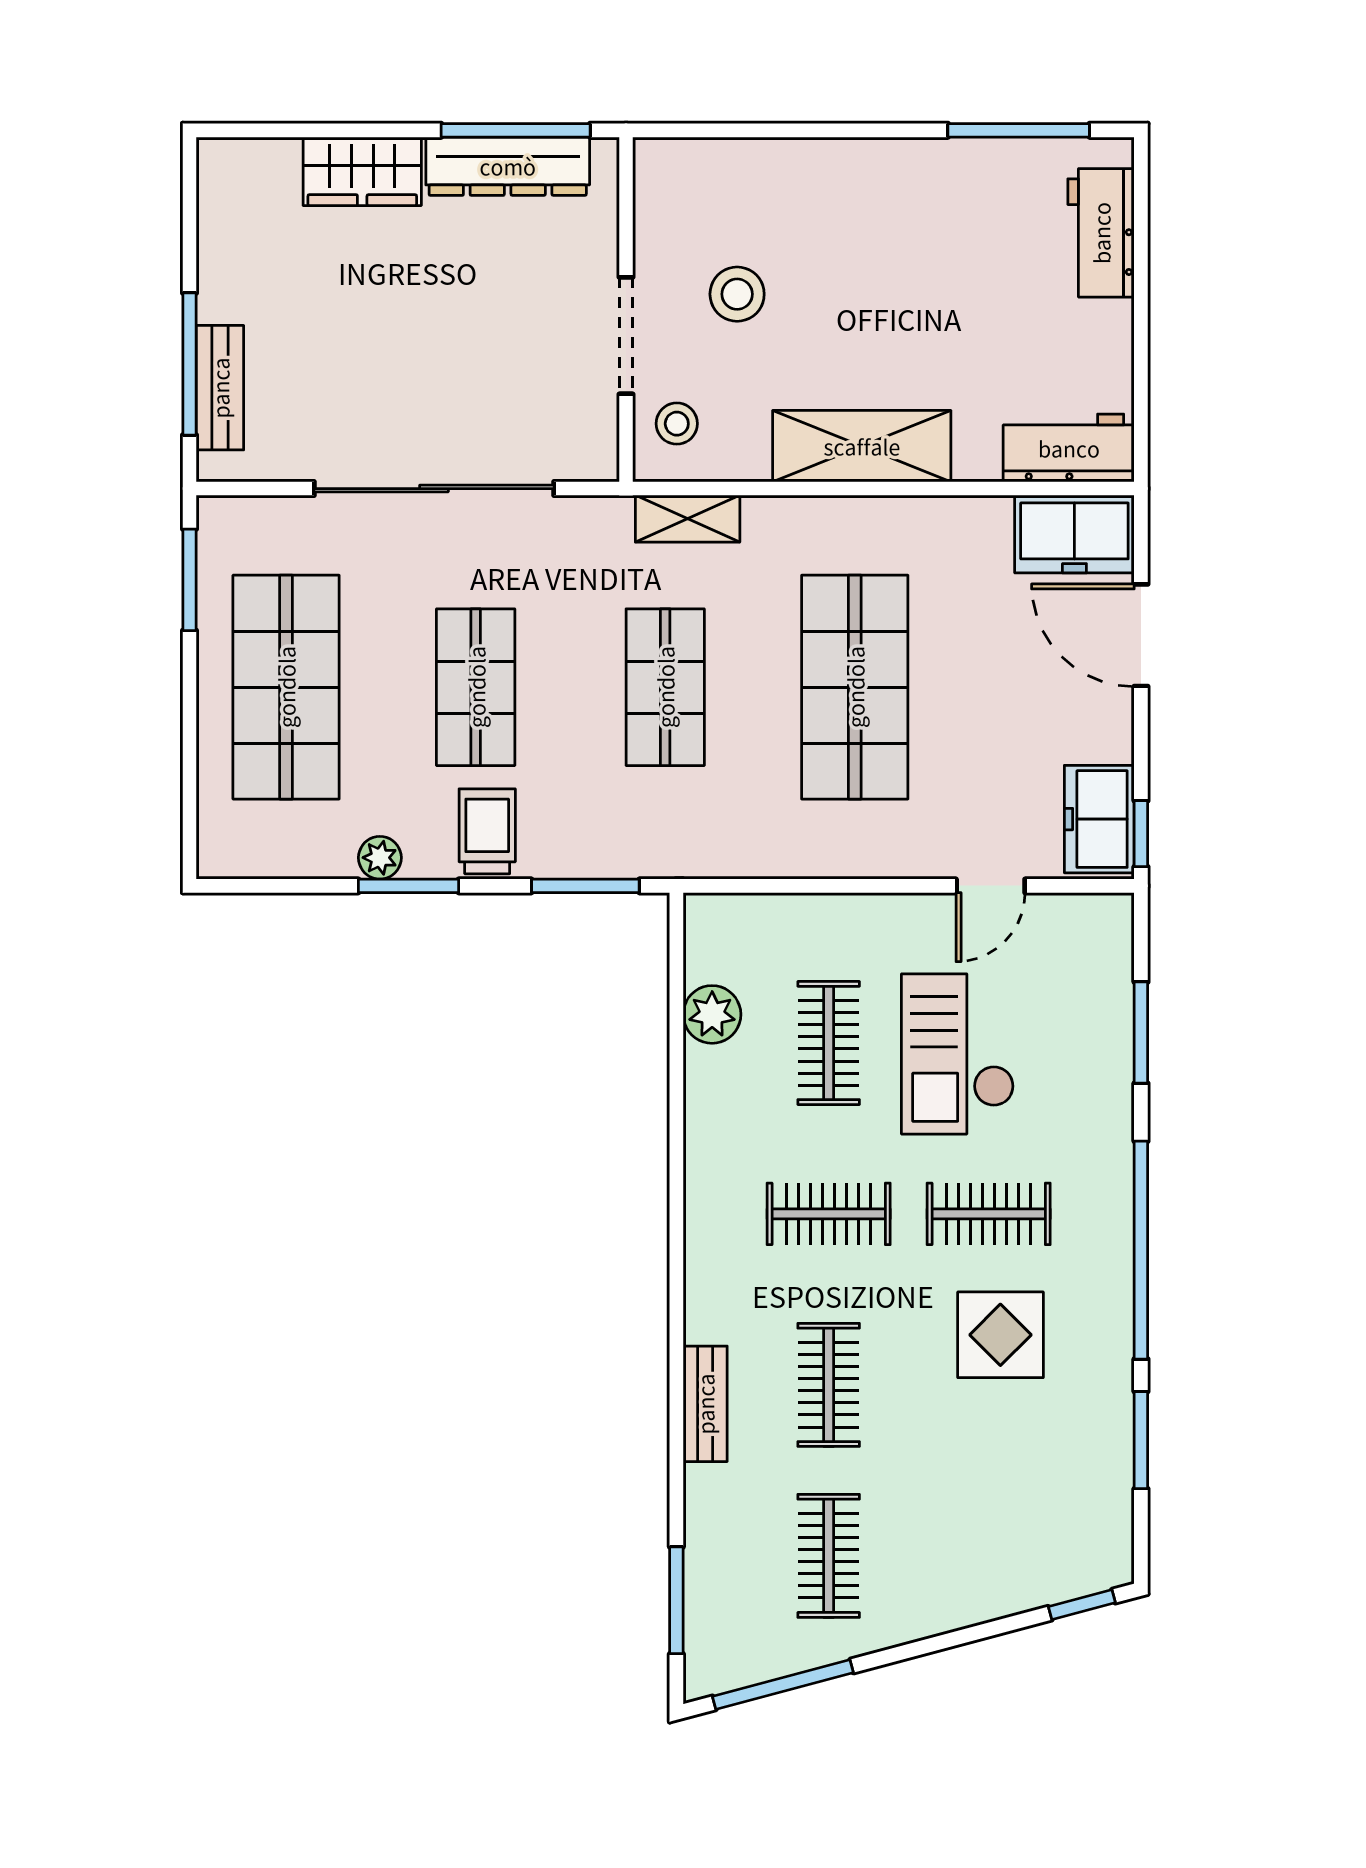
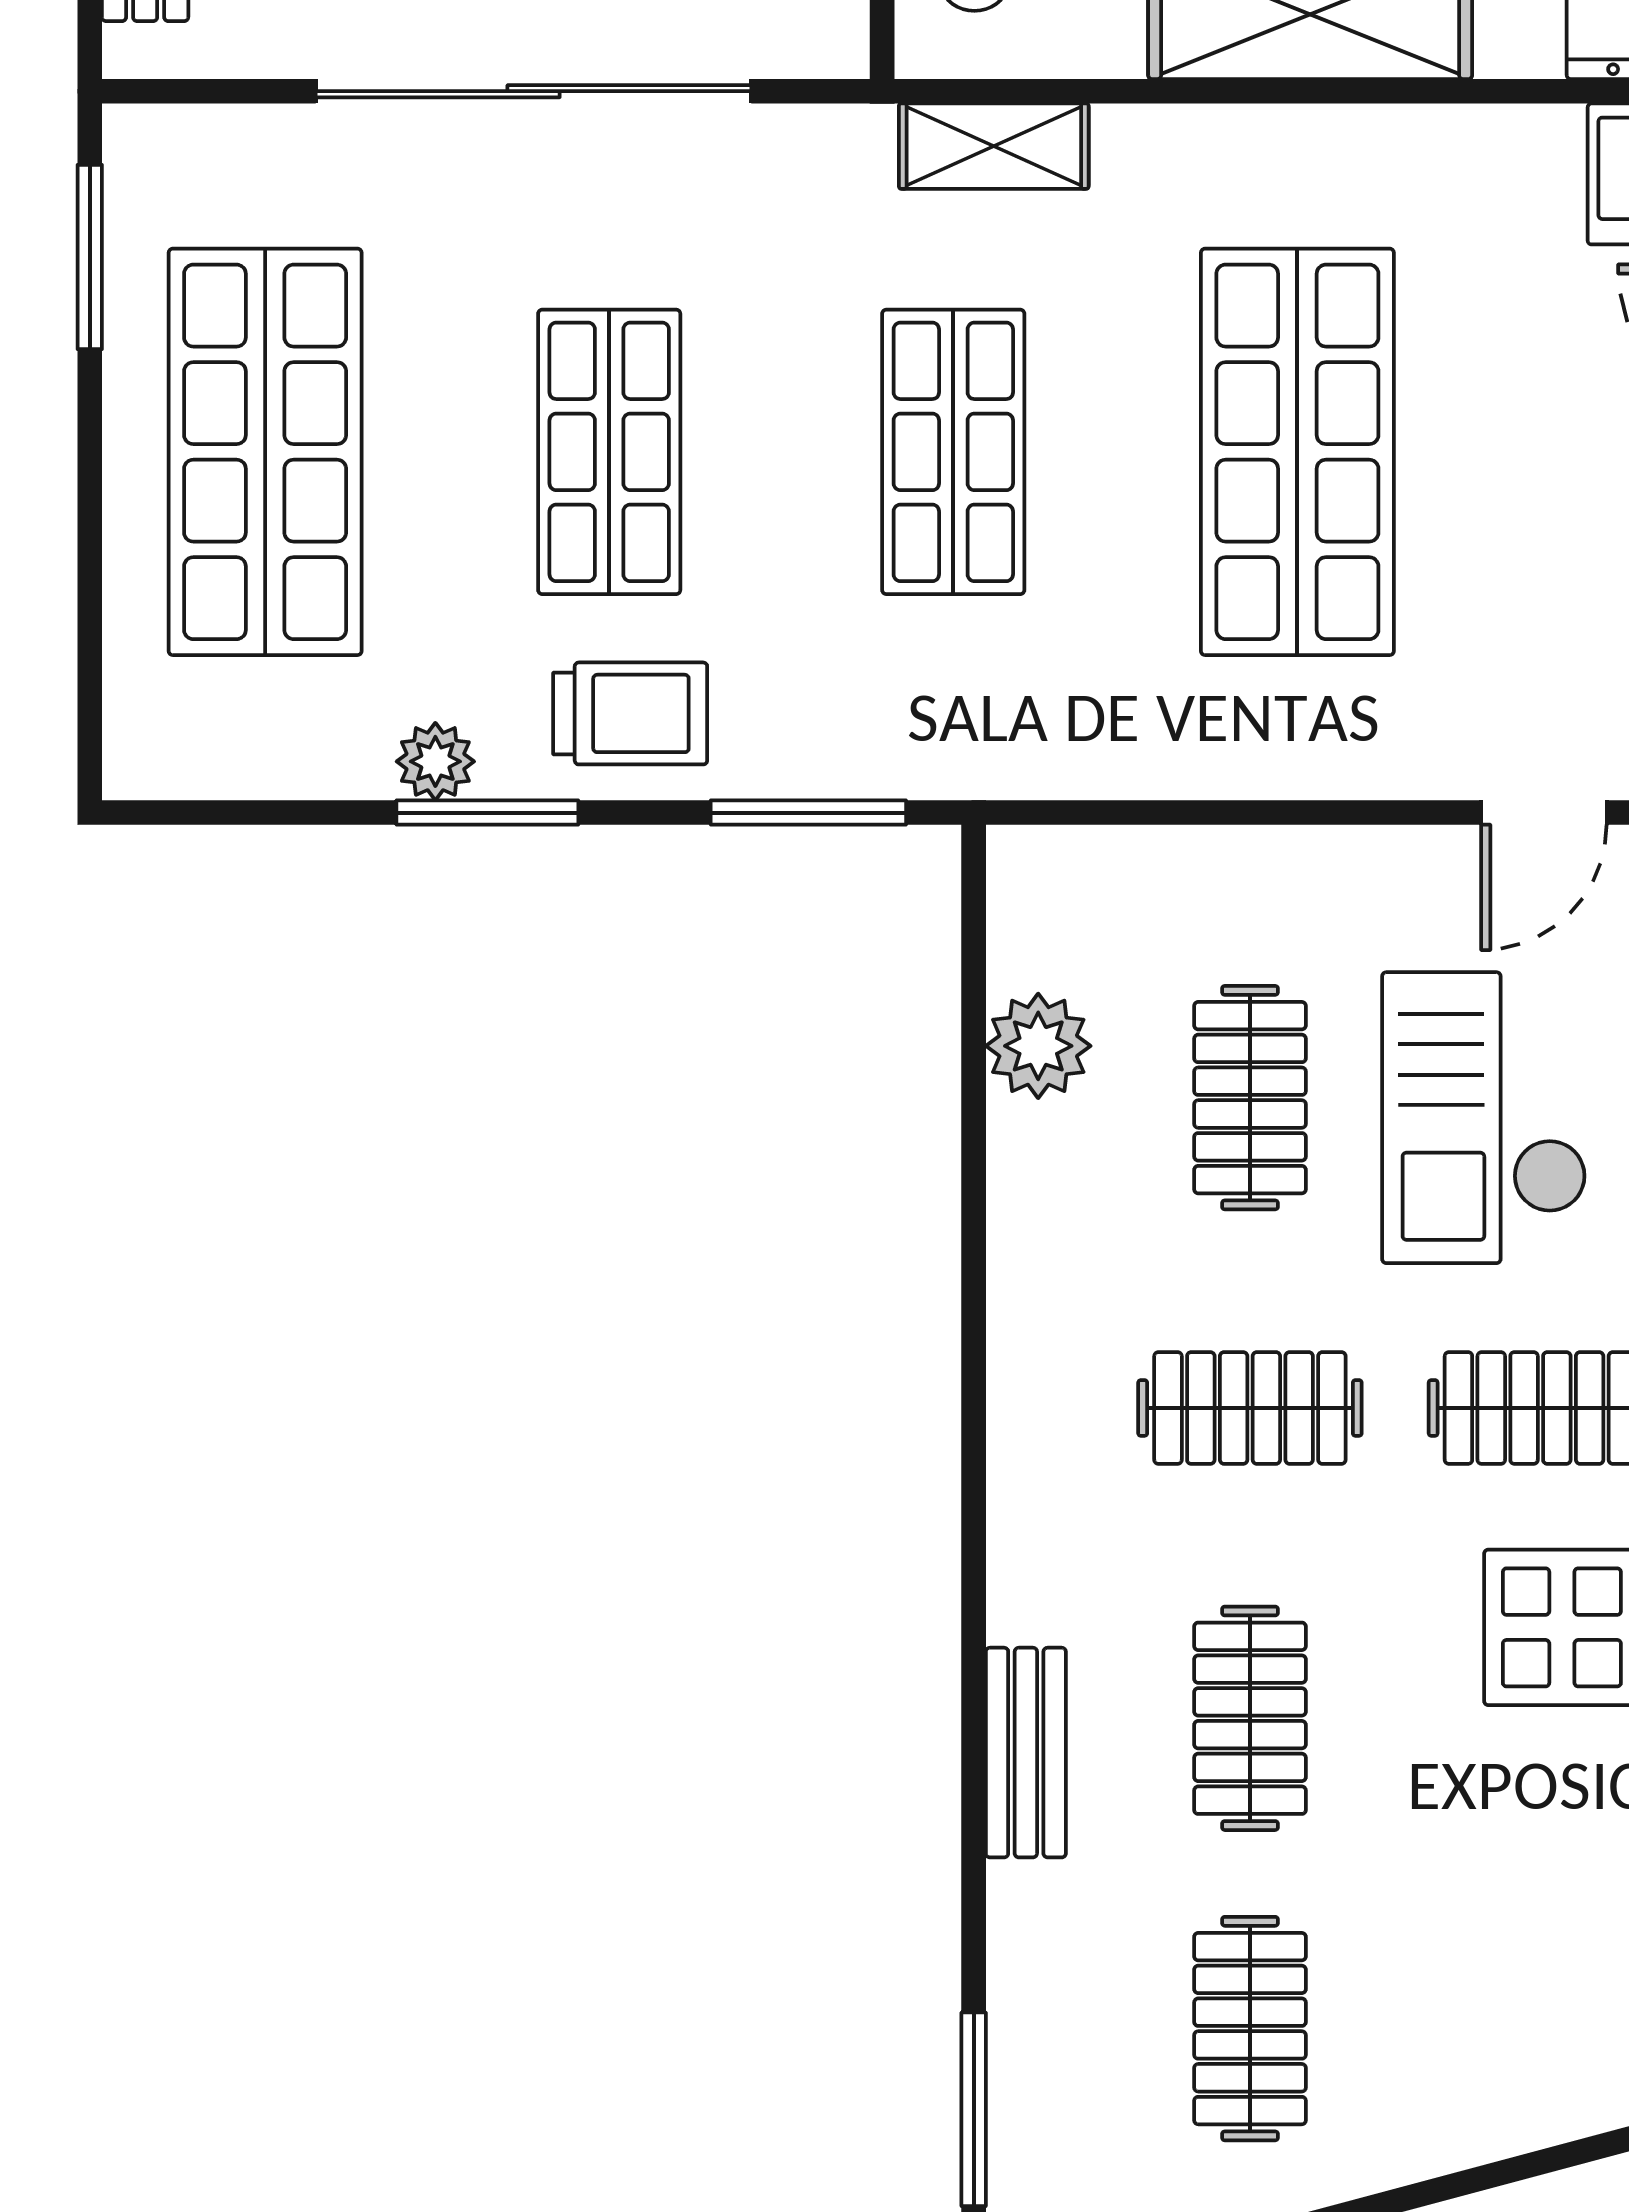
trolley: (487, 831) -> (630, 713), turned 90

